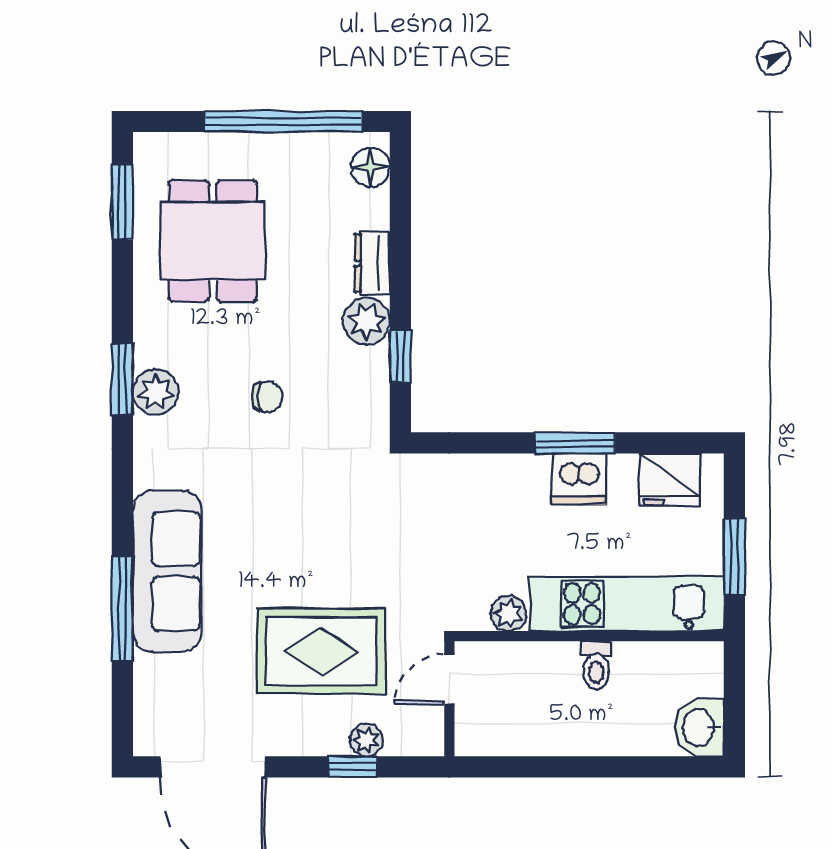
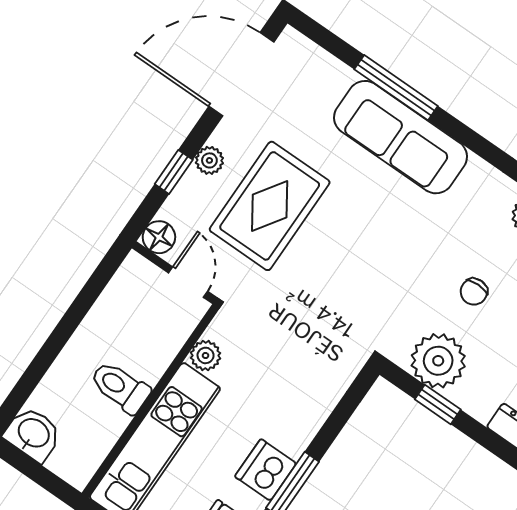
plant: (367, 321) -> (438, 361), moved, width x1.36, depth x1.36
toilet: (596, 665) -> (120, 387), width x1.37, depth x1.39
floor lamp: (425, 738) -> (159, 237), added
plant: (366, 740) -> (209, 160), moved

